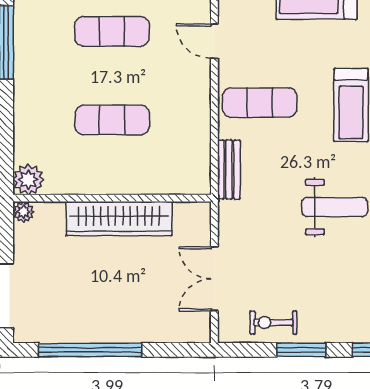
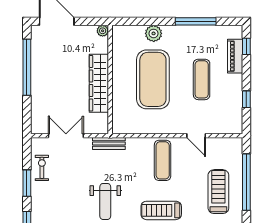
door: (214, 41) -> (196, 136), swing flipped
exercise mat: (112, 120) -> (153, 79), width x2.00, depth x1.45
bench: (229, 169) -> (109, 144), moved
plant: (28, 180) -> (154, 33), moved

